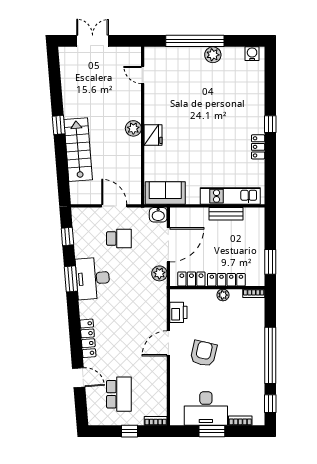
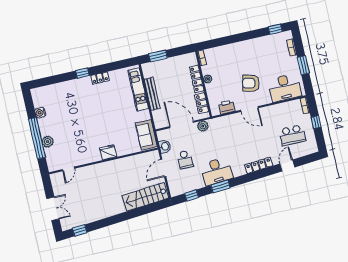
double door: (93, 41) -> (53, 209), swing flipped
water cooler: (252, 54) -> (40, 113), moved
plant: (213, 55) -> (48, 142), moved
window: (59, 125) -> (80, 230), moved
plant: (133, 128) -> (107, 167), removed
stairs: (78, 150) -> (145, 197), moved
bench: (226, 214) -> (152, 94), width x1.36
washbasin: (158, 215) -> (165, 146), moved
school desk: (119, 239) -> (185, 160), turned 180
window: (270, 262) -> (158, 56), moved
window: (270, 355) -> (242, 37), removed
school desk: (119, 394) -> (292, 135), turned 180
desk: (206, 408) -> (285, 88), moved, turned 90

